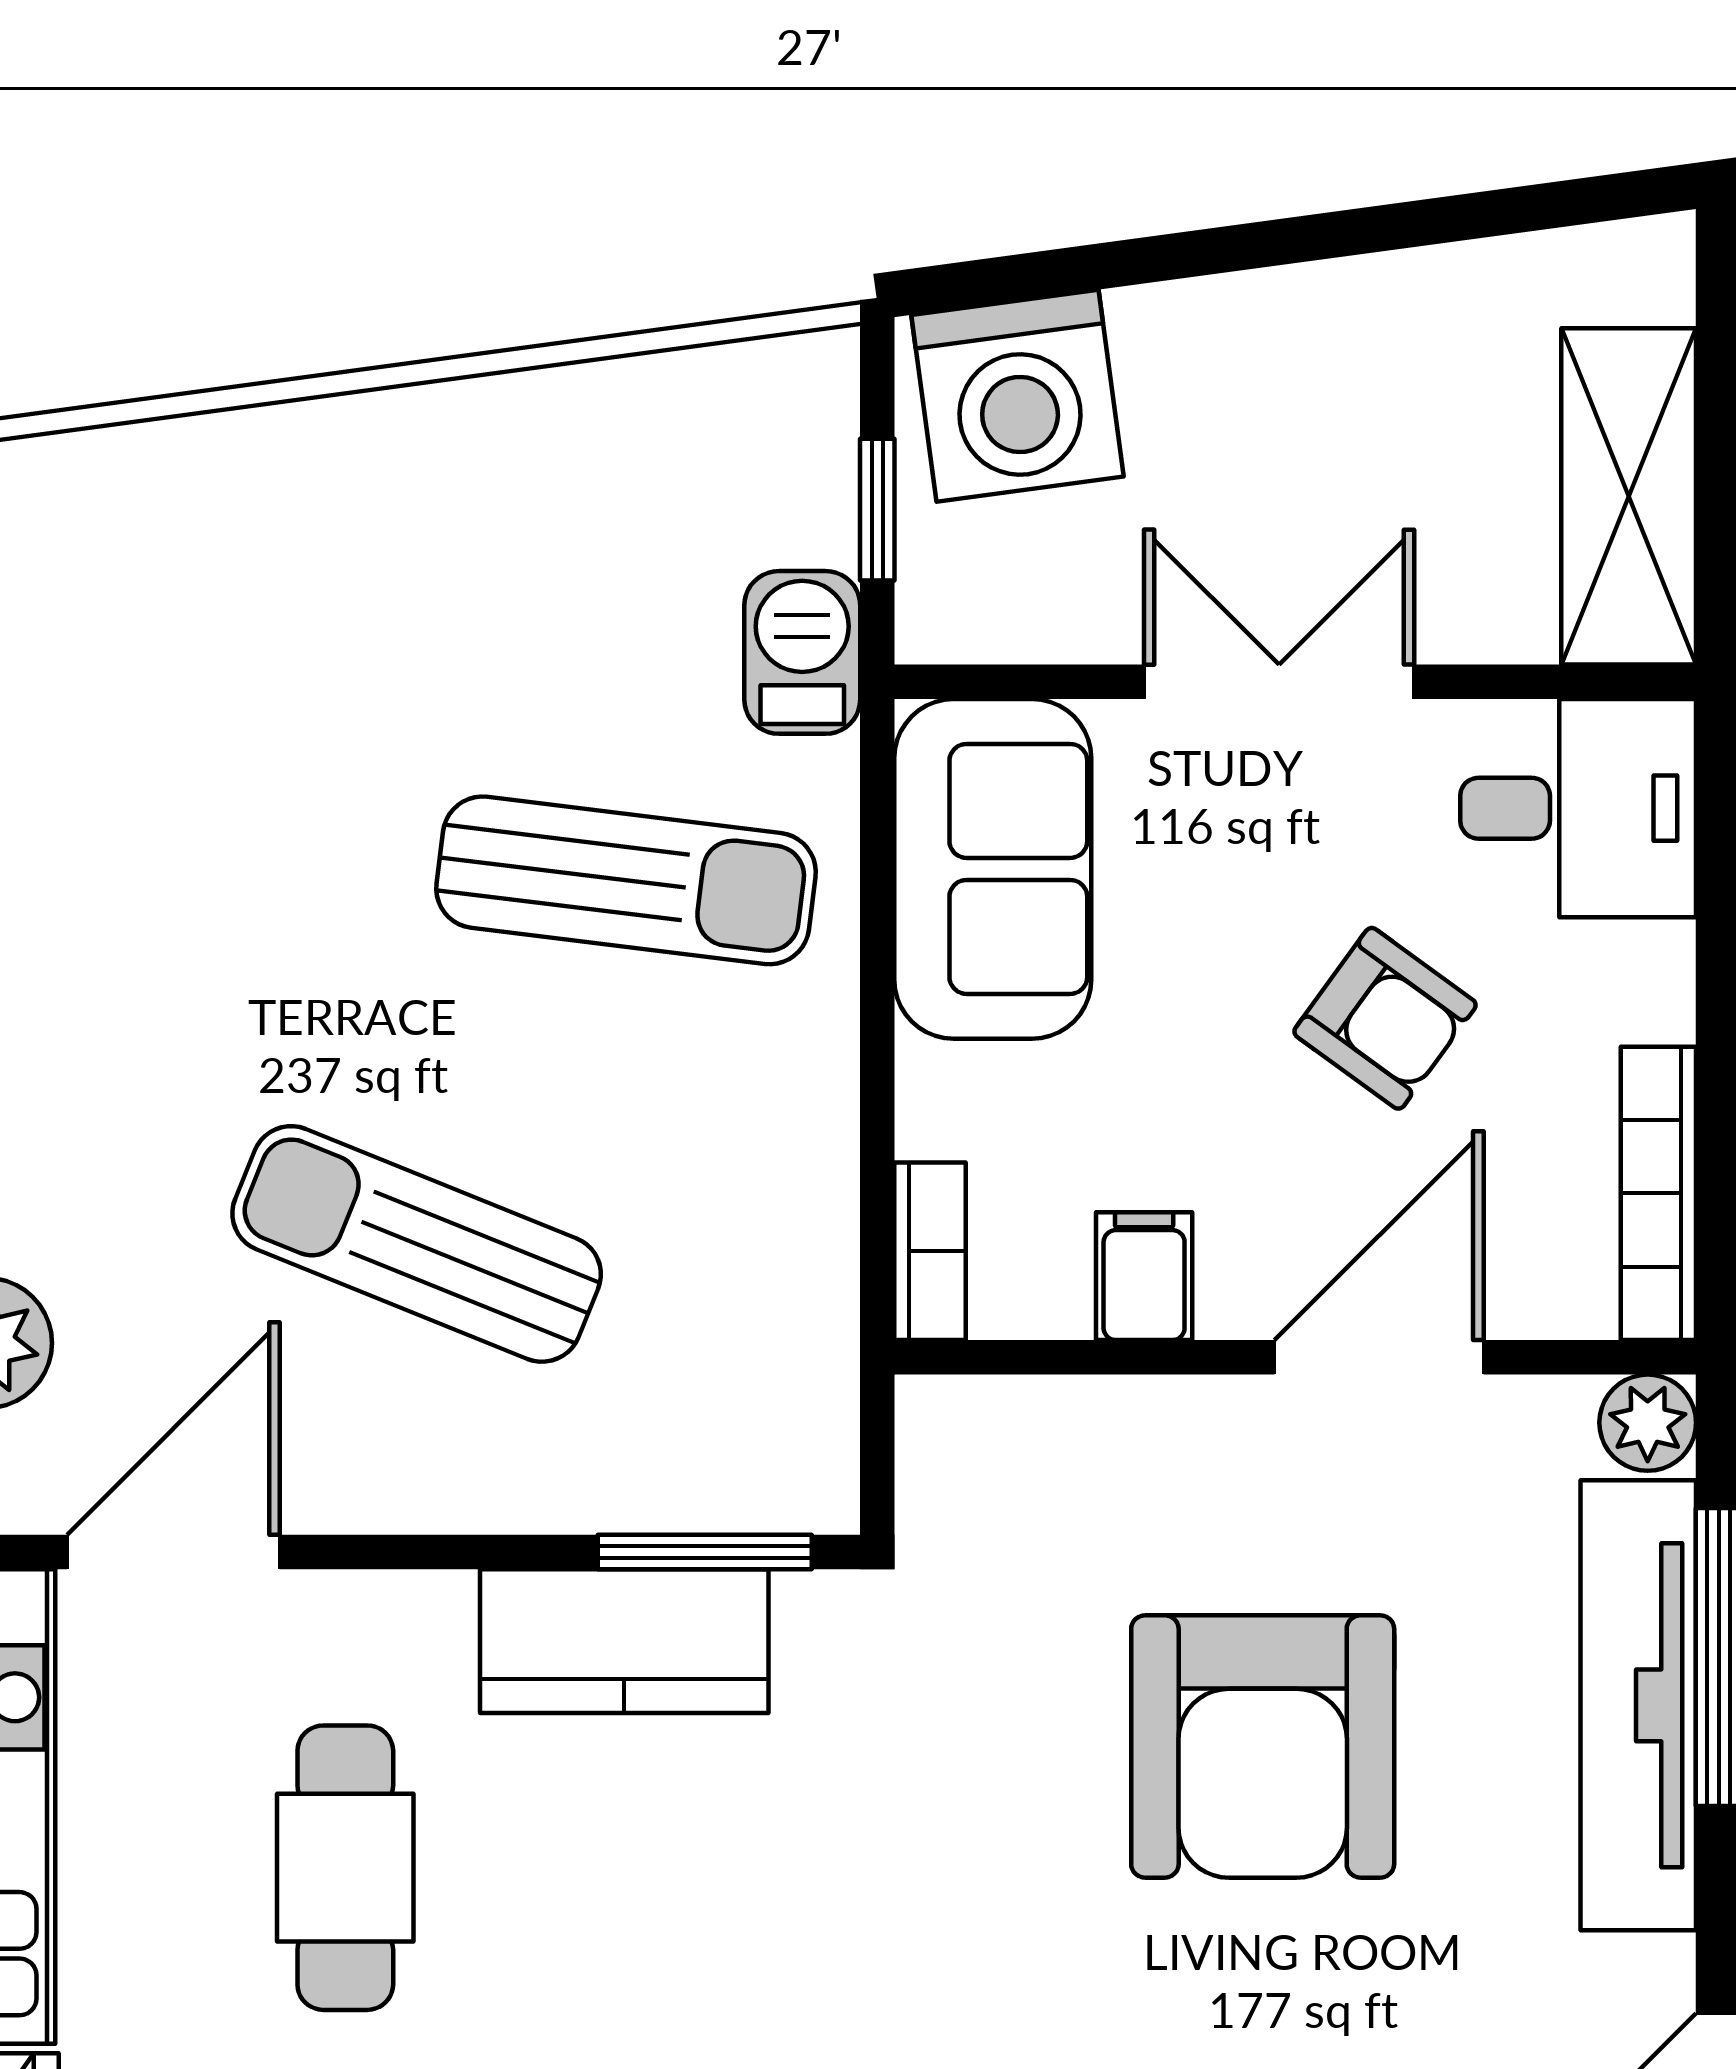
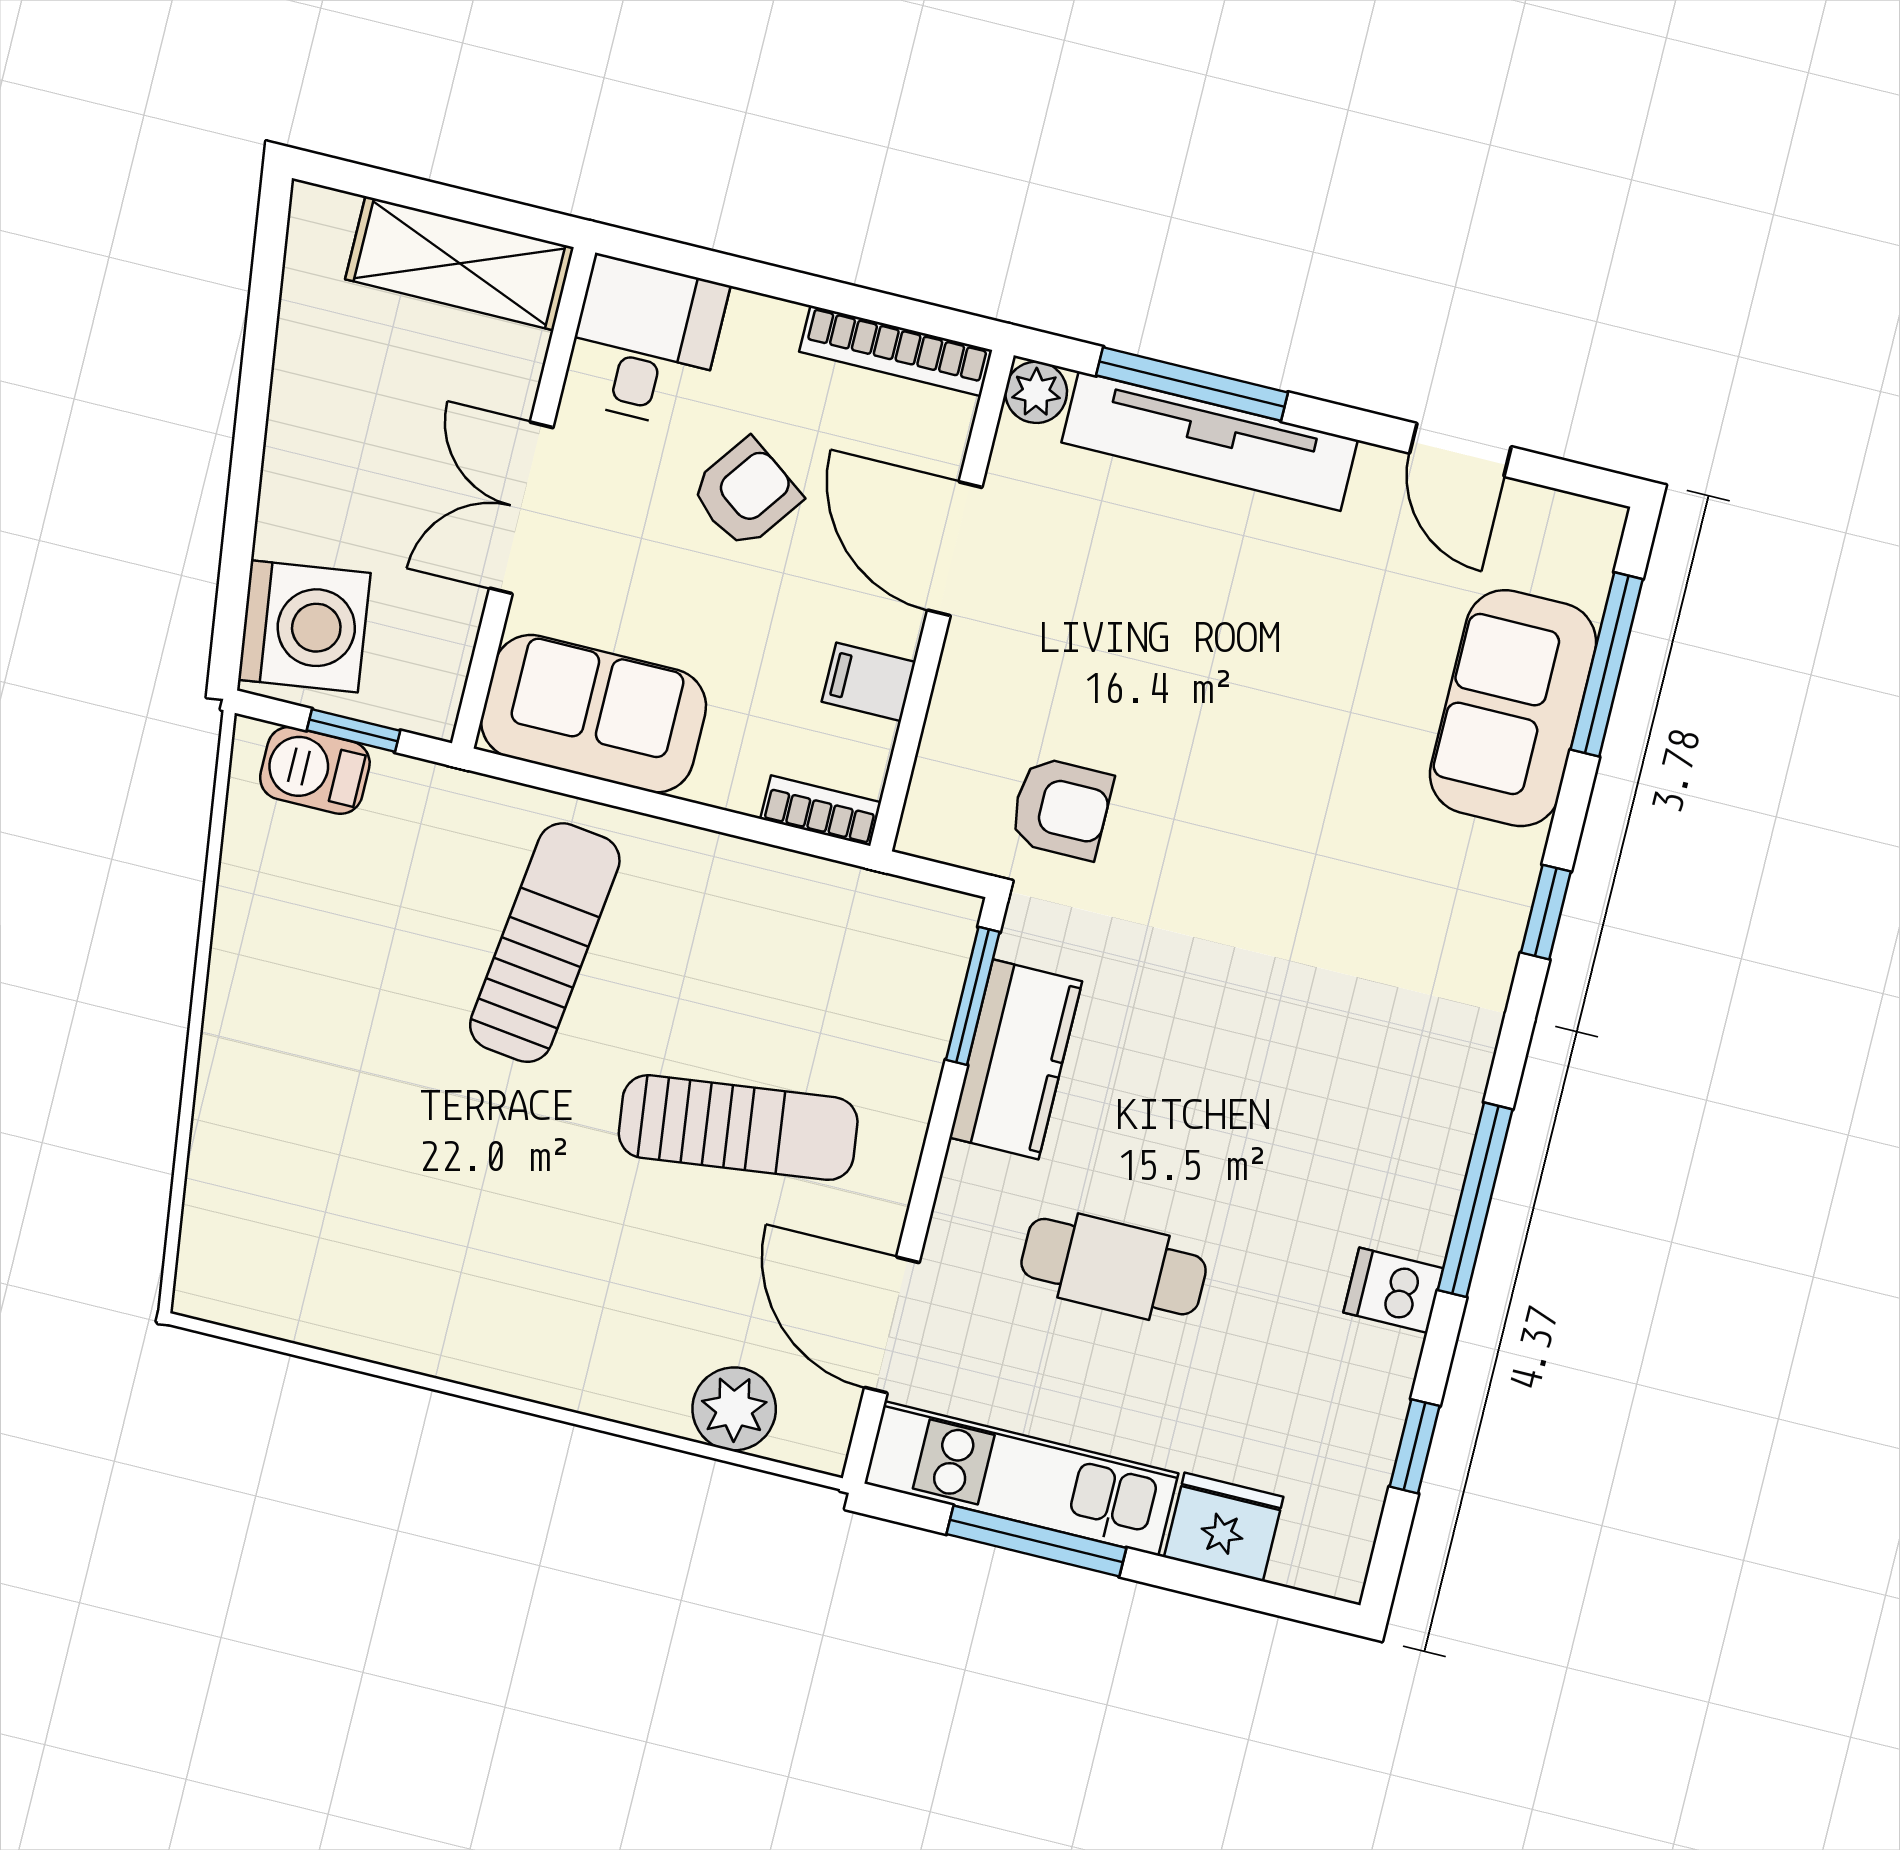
barbecue: (802, 652) -> (315, 770), moved
sun lounger: (417, 1244) -> (738, 1128), turned -119
armchair: (1263, 1746) -> (1061, 808), moved, width x0.53, depth x0.53

